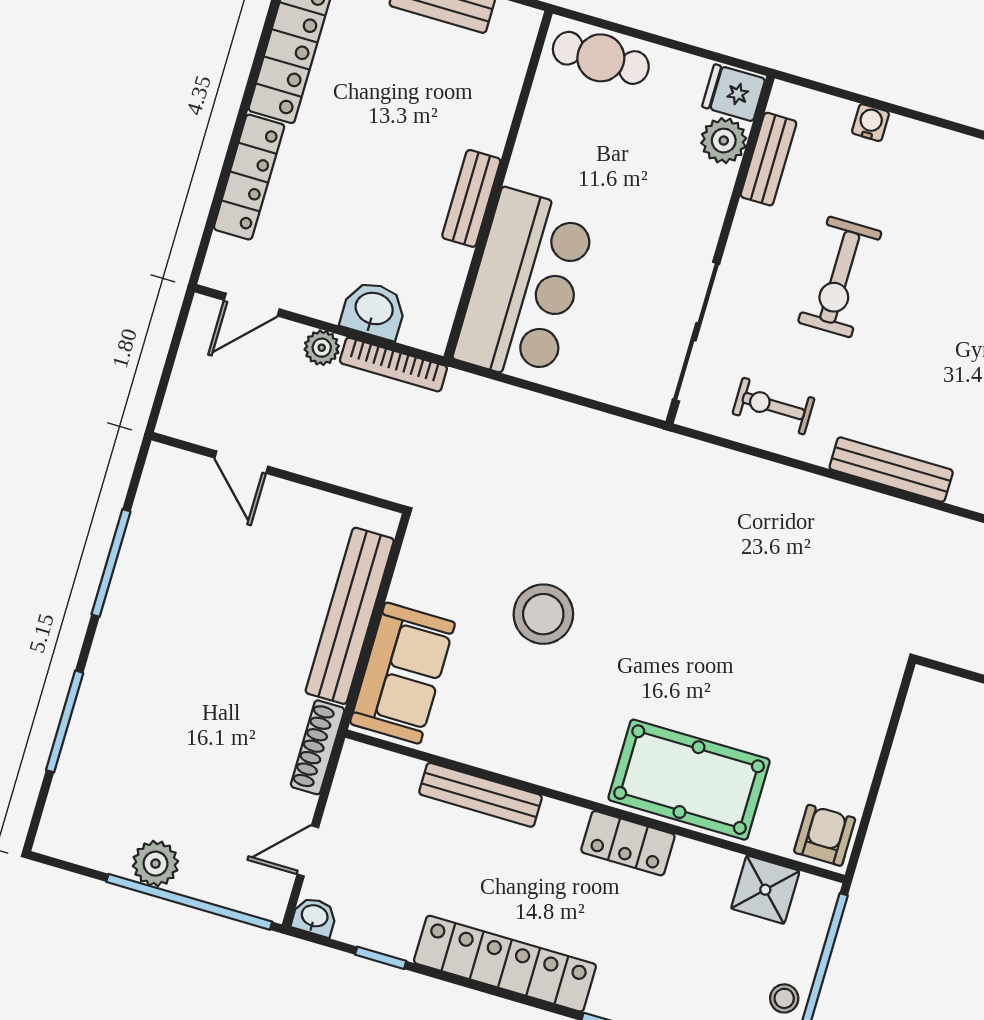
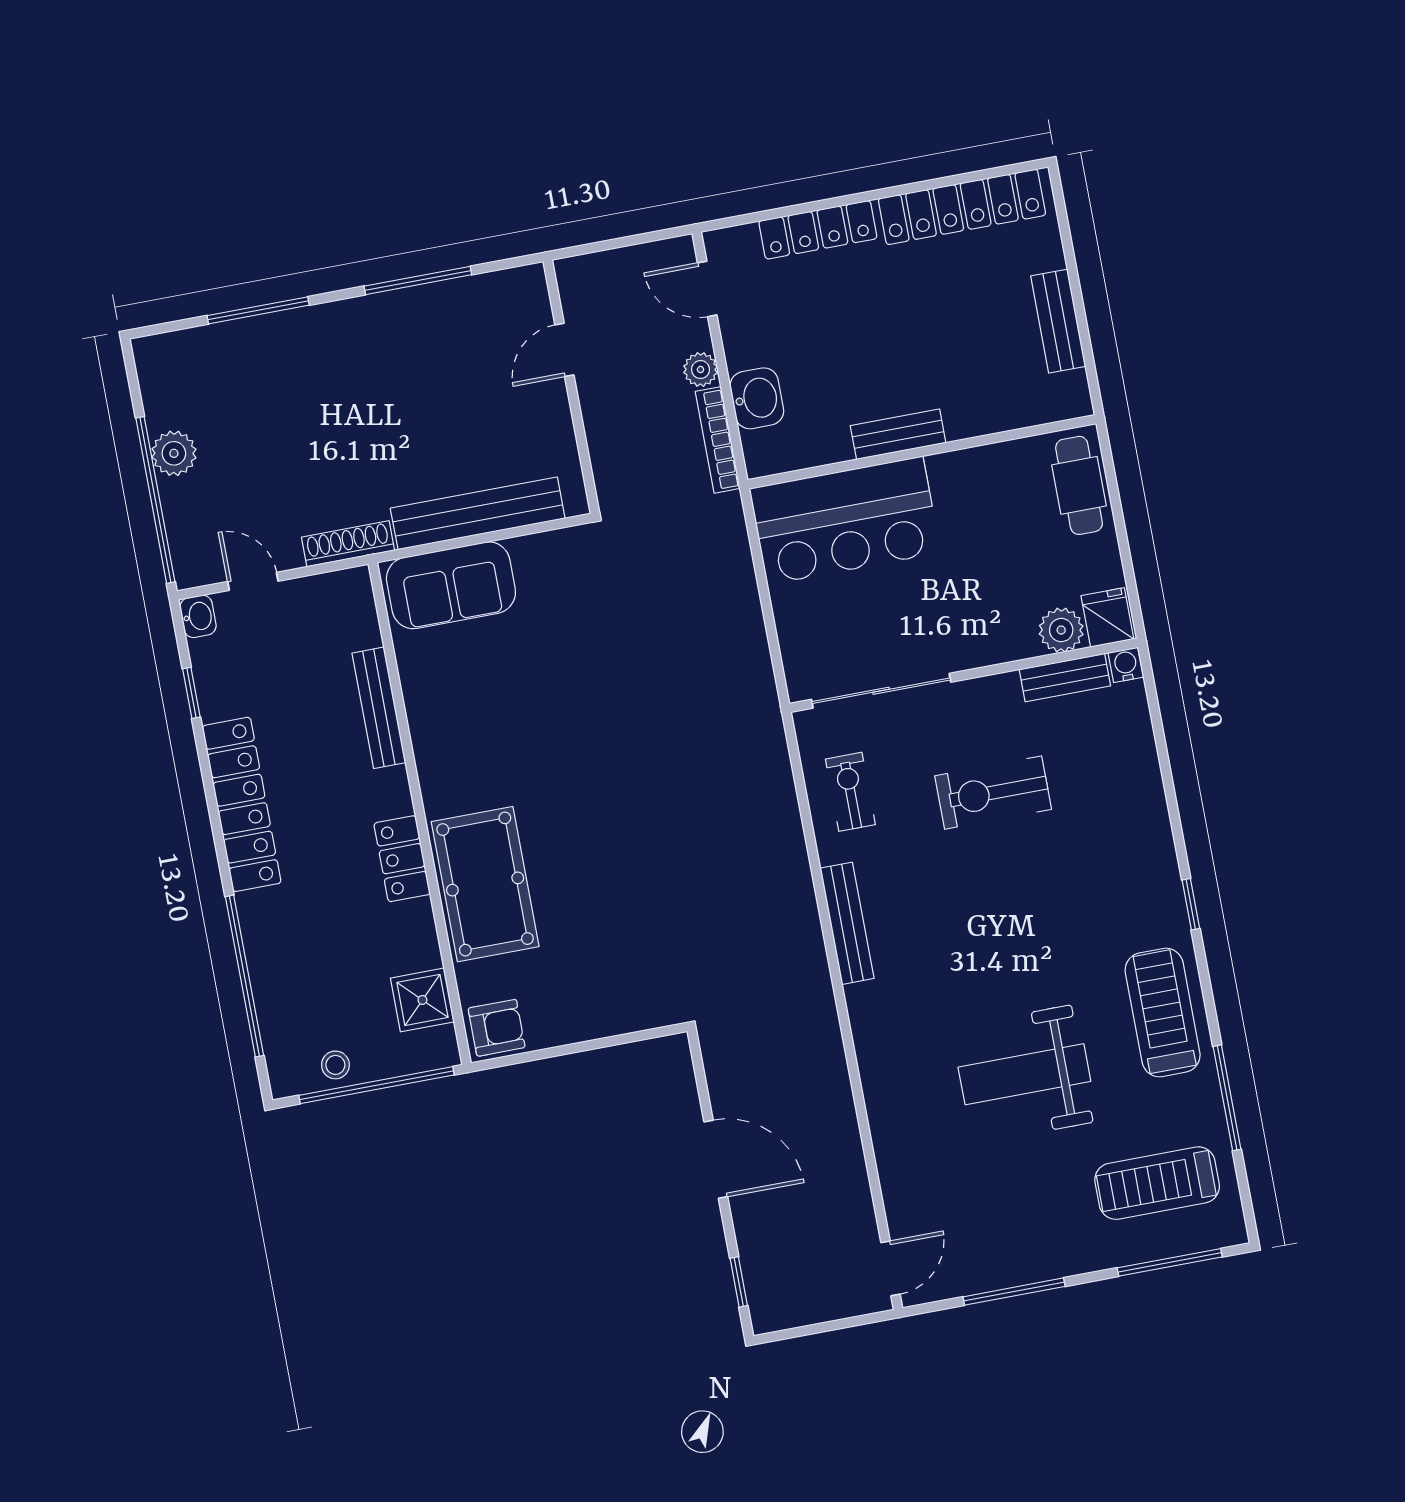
water cooler: (871, 123) -> (1126, 665), moved, turned -90
stool: (543, 614) -> (565, 683), removed

